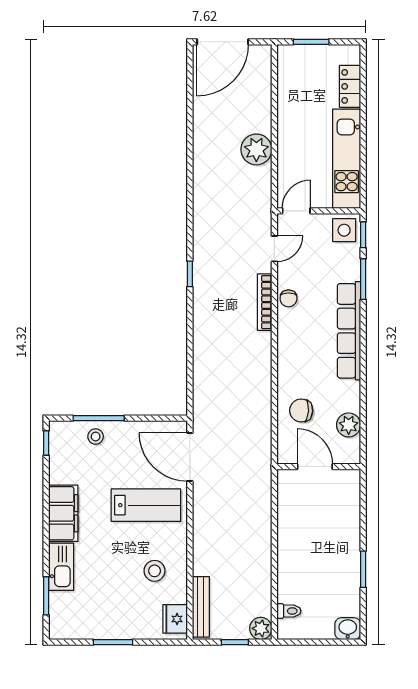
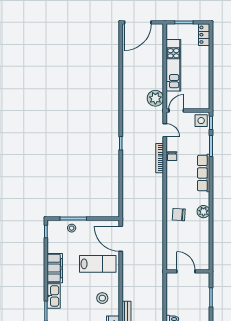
locker: (350, 86) -> (204, 35), moved
plant: (256, 149) -> (155, 98), moved
kitchen unit: (347, 159) -> (173, 65), moved, turned 180
door: (274, 249) -> (165, 130), hinge flipped
row of seats: (349, 331) -> (204, 173), width x0.73
plant: (349, 425) -> (203, 212), moved
door: (315, 467) -> (186, 271), moved
wall: (319, 467) -> (188, 271), moved

